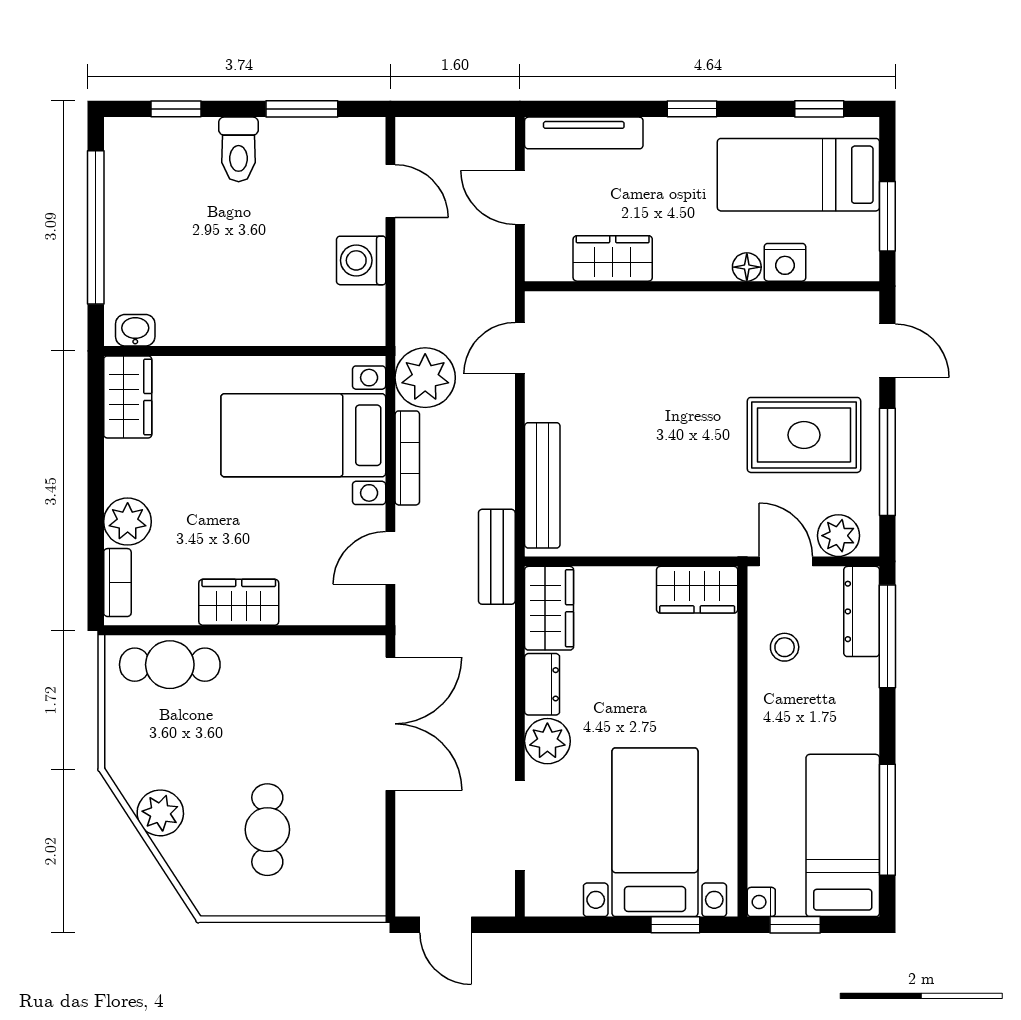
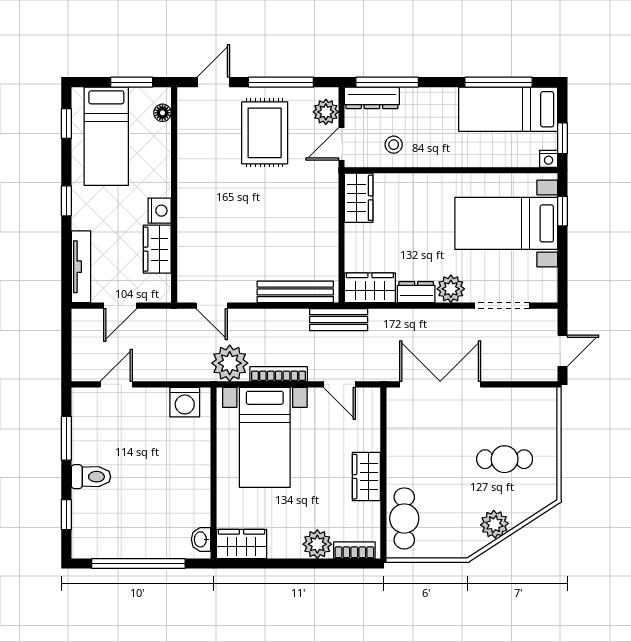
washing machine: (361, 260) -> (185, 402), moved
nightstand: (785, 262) -> (160, 211), moved
floor lamp: (747, 267) -> (162, 113), moved

